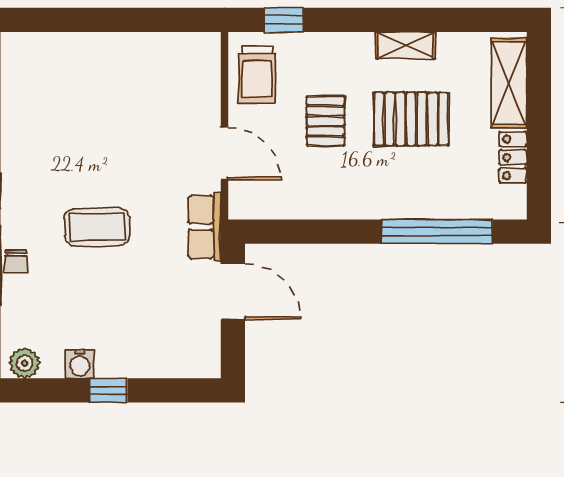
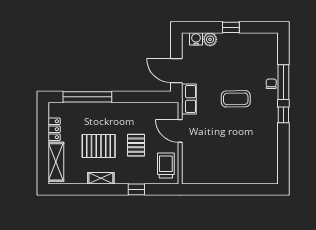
window: (284, 20) -> (136, 189), moved
plant: (25, 363) -> (210, 39), moved
water cooler: (80, 364) -> (196, 39), moved

